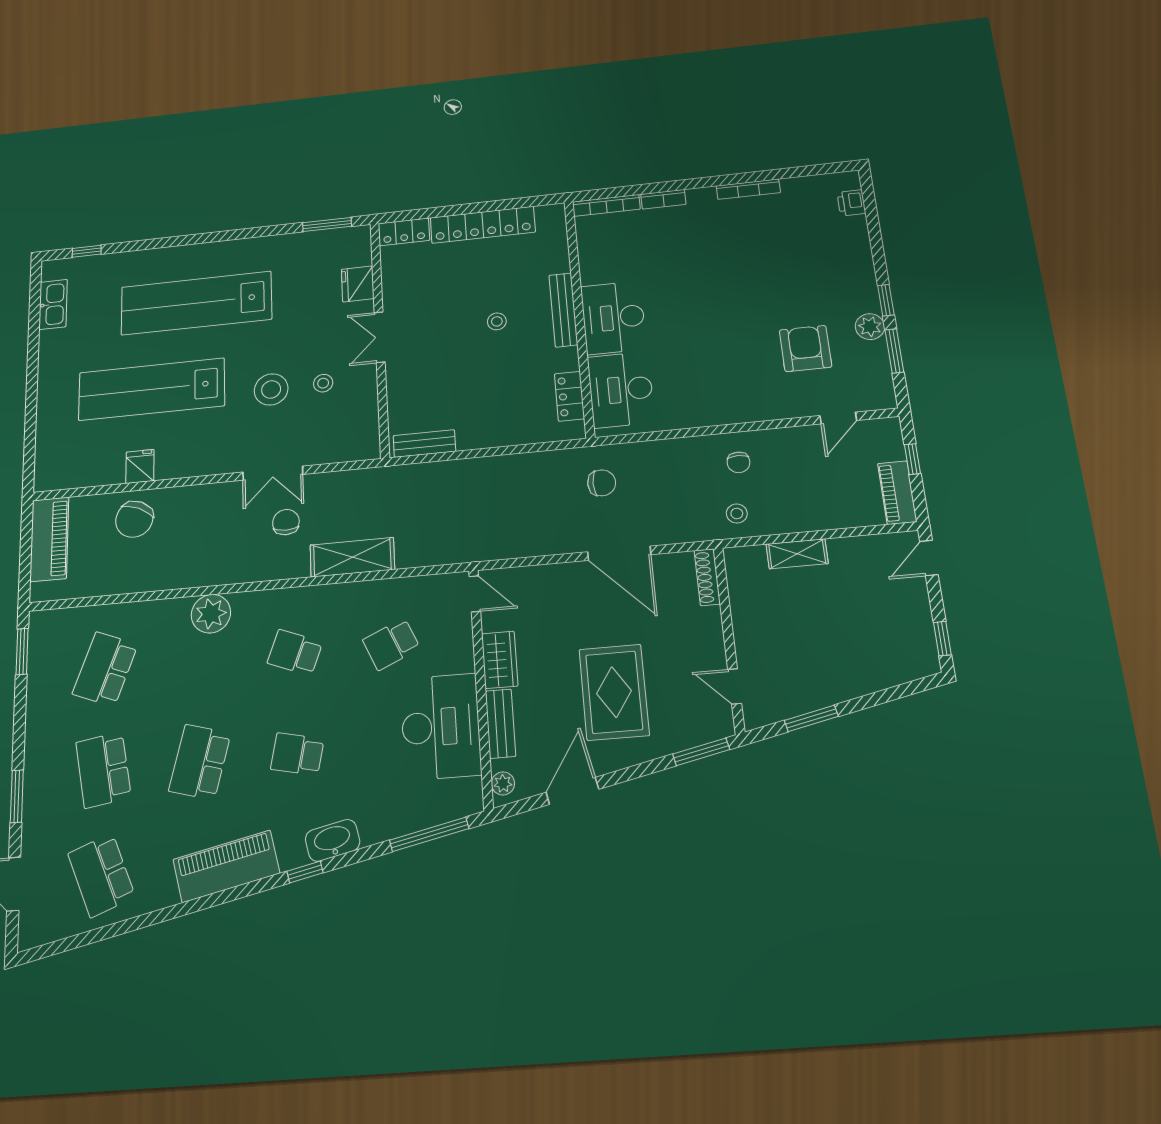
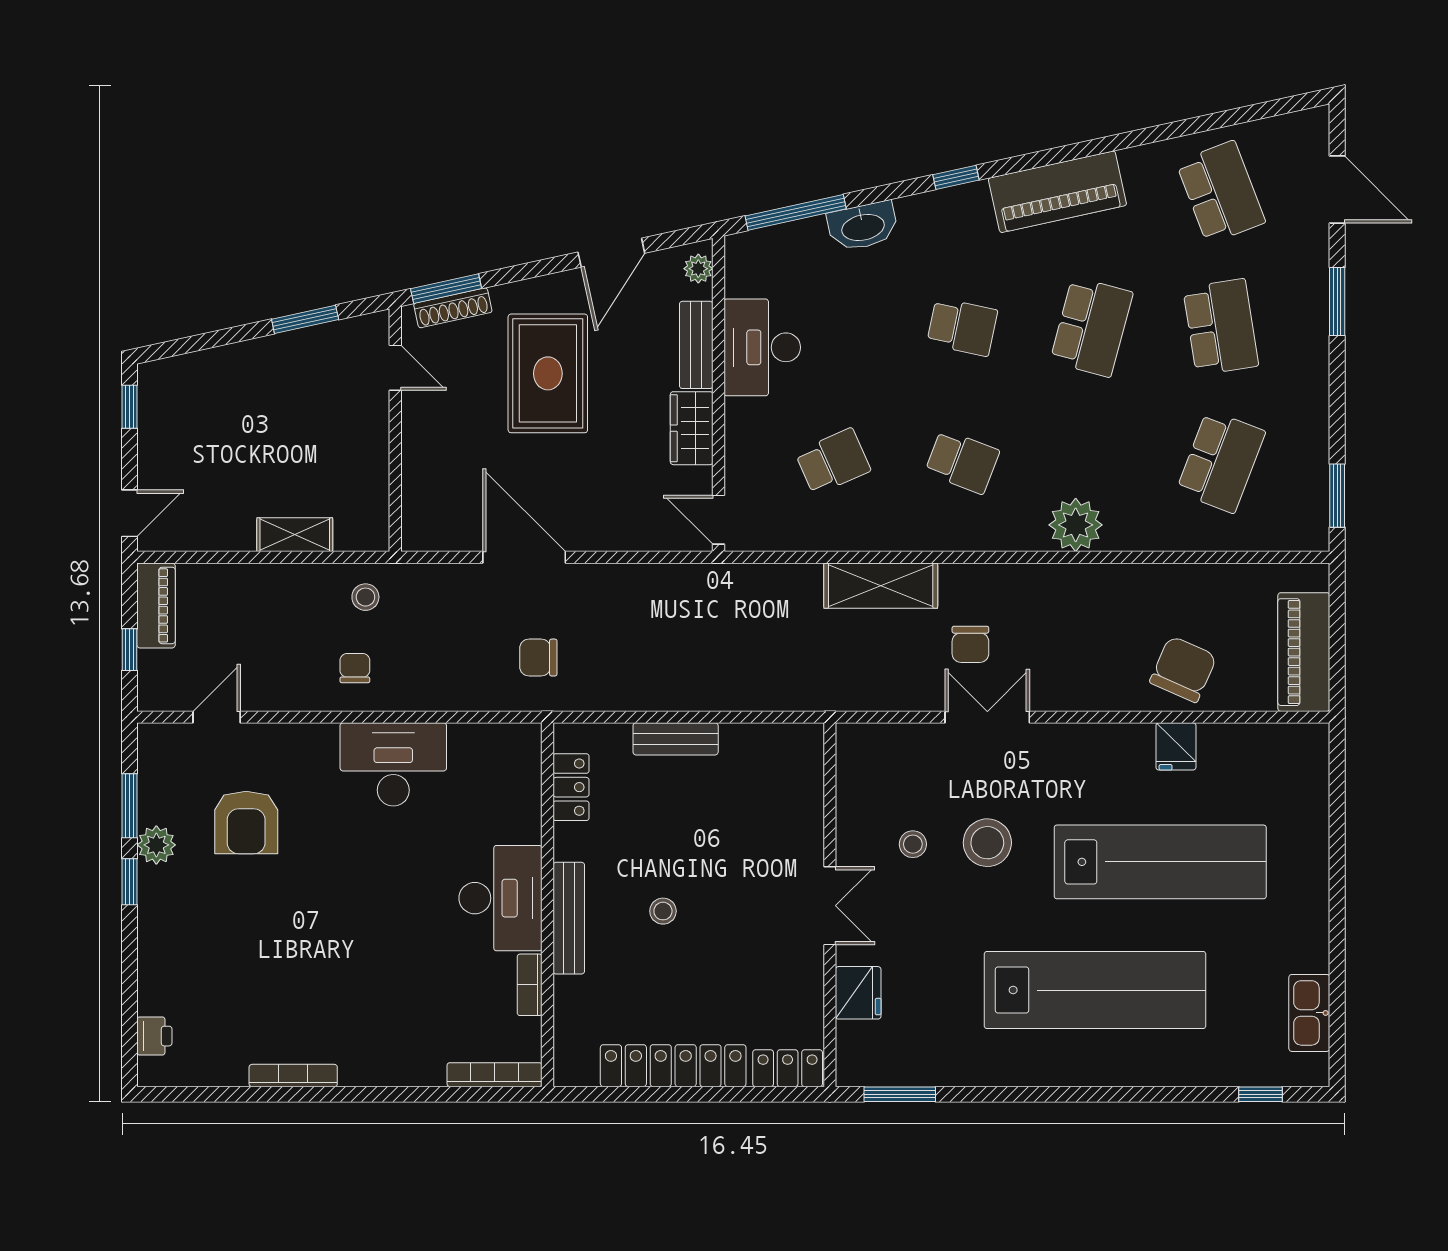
bookcase: (663, 199) -> (530, 985), moved, turned -90
desk: (621, 390) -> (393, 764), moved, turned -90
bench: (424, 443) -> (676, 739), moved
shoe rack: (707, 577) -> (453, 308), moved, turned 78
desk: (441, 727) -> (762, 347), width x0.73, depth x0.77
washbasin: (333, 840) -> (863, 226), moved

